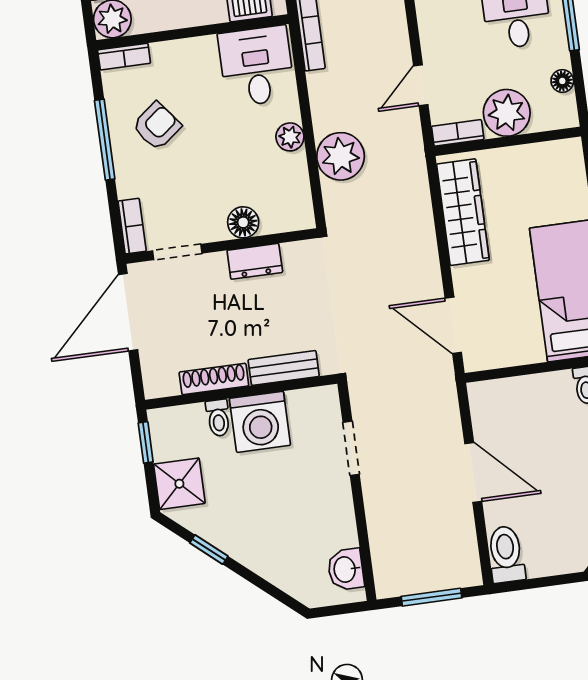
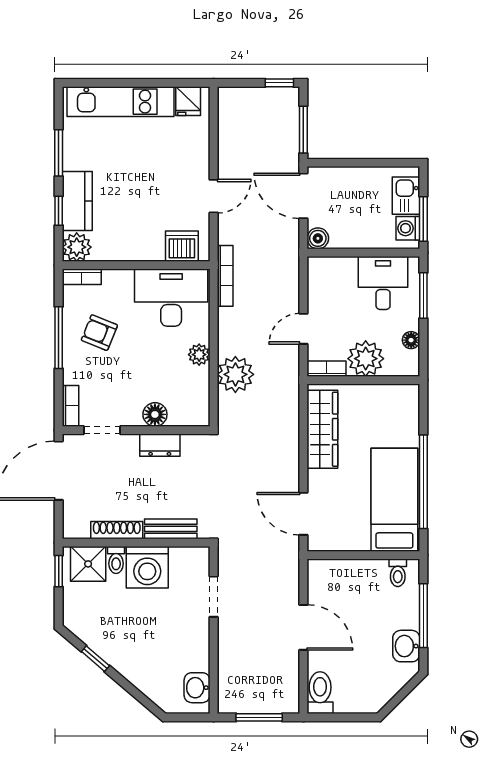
desk: (256, 66) -> (171, 298), width x1.37
armchair: (157, 126) -> (99, 333), turned -120
shower: (179, 484) -> (88, 564), moved

